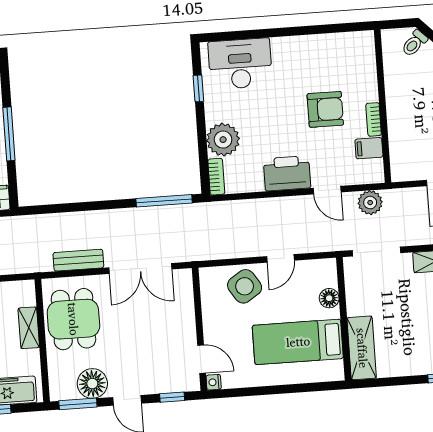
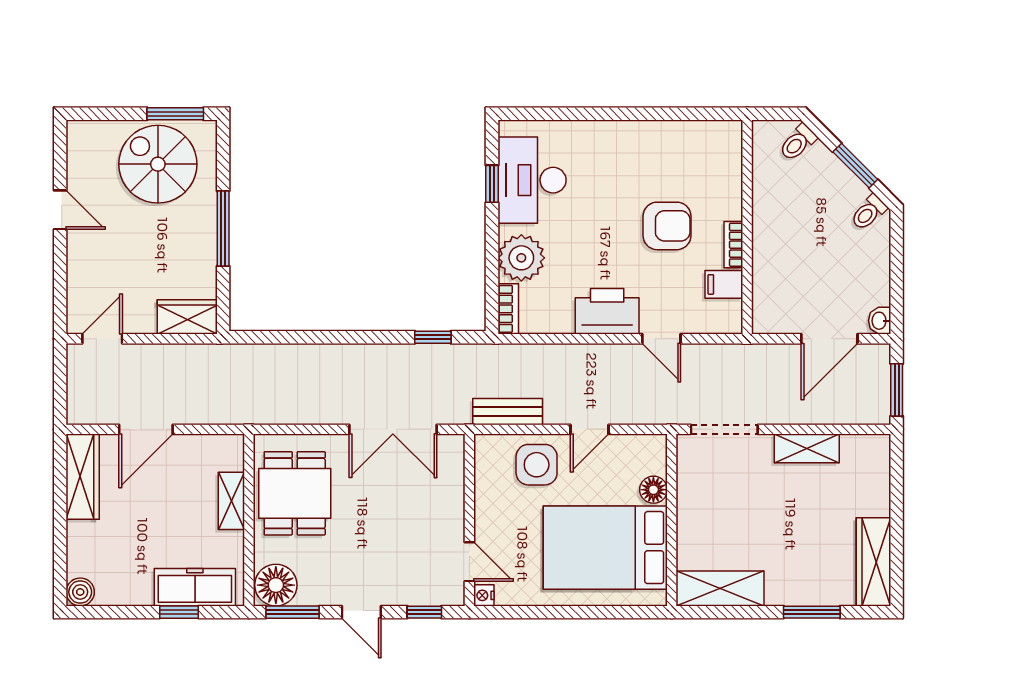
desk: (240, 64) -> (532, 180), moved, turned -90
window: (164, 201) -> (433, 337), width x0.46
plant: (370, 203) -> (720, 360), removed
bench: (78, 260) -> (508, 412), moved
side table: (245, 286) -> (537, 465), turned 33
bed: (298, 342) -> (605, 548), width x1.50
shelving: (362, 348) -> (720, 589), moved, turned 90
floor lamp: (92, 384) -> (276, 585), moved

